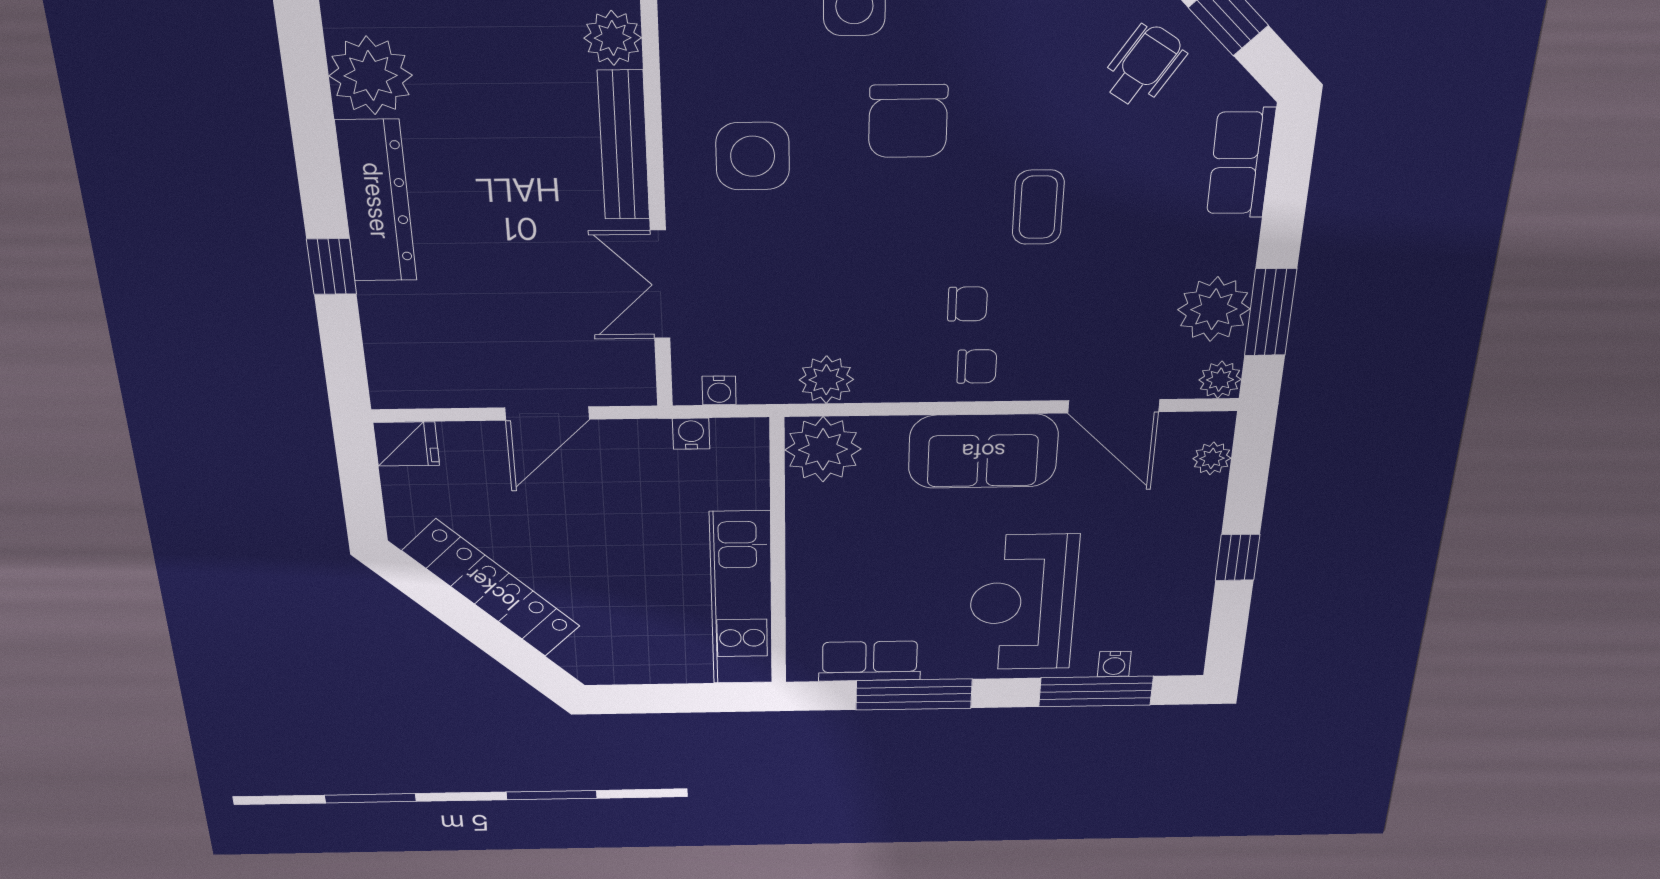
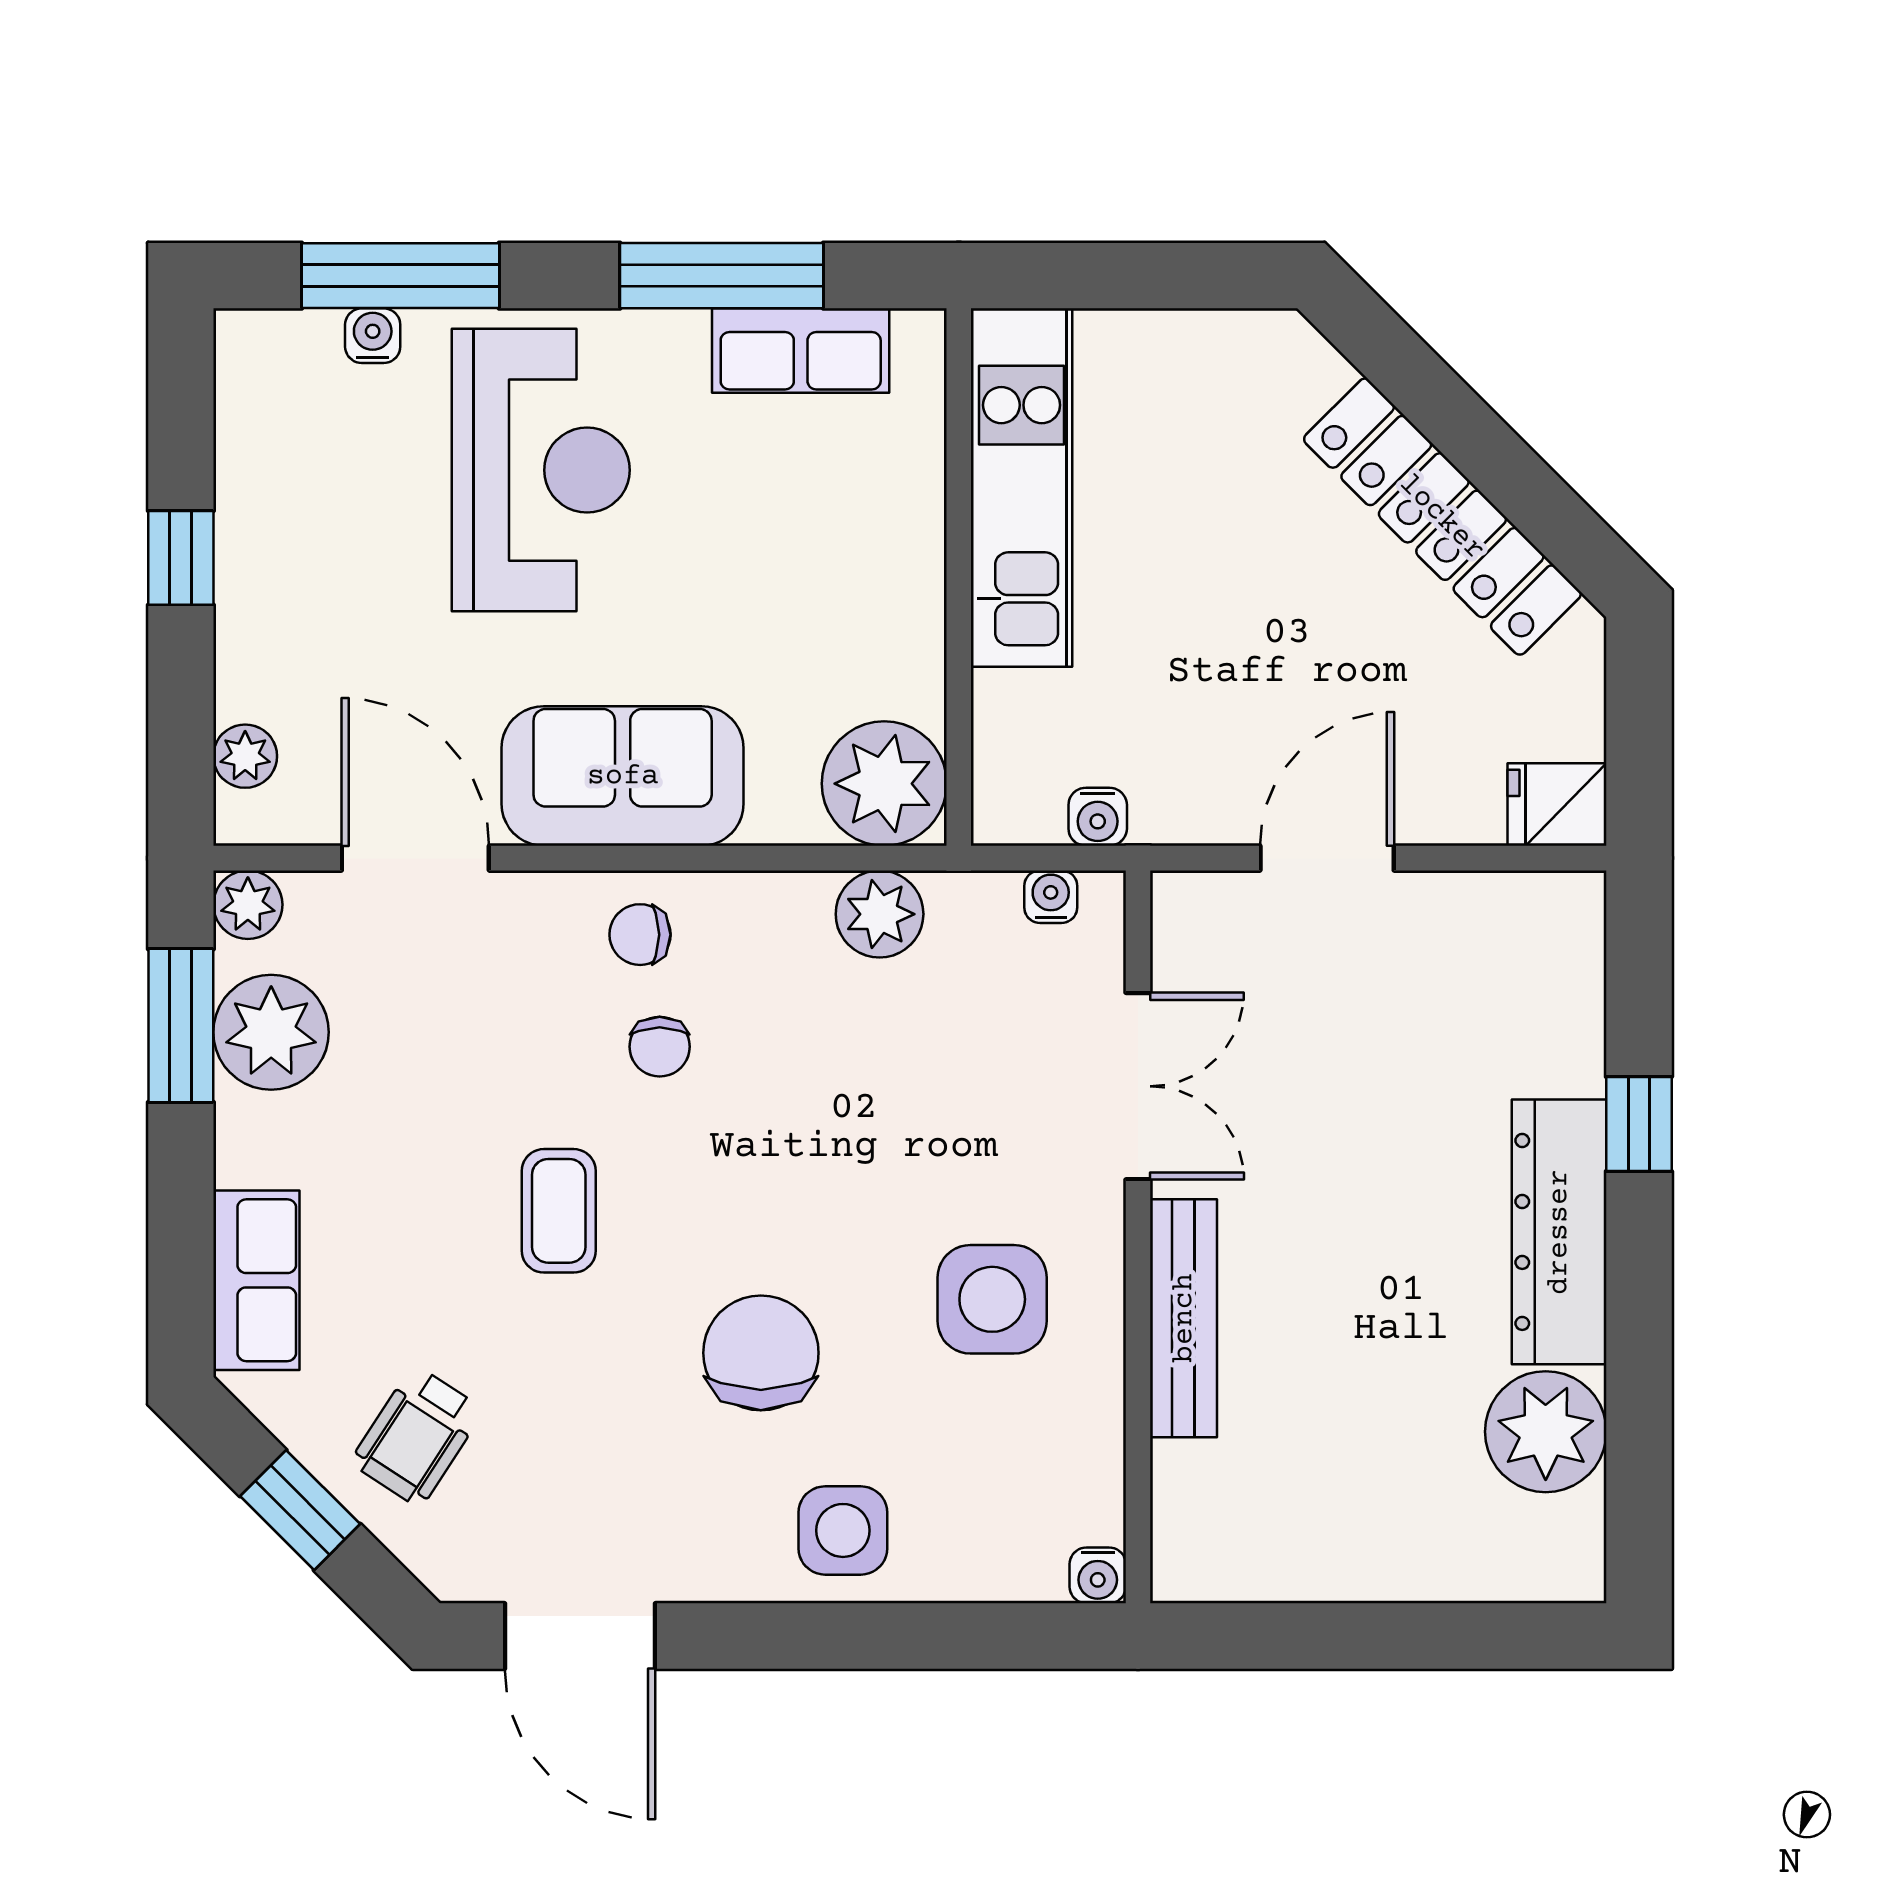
plant: (613, 38) -> (1192, 1486), removed
chair: (967, 304) -> (660, 1047), turned -90

